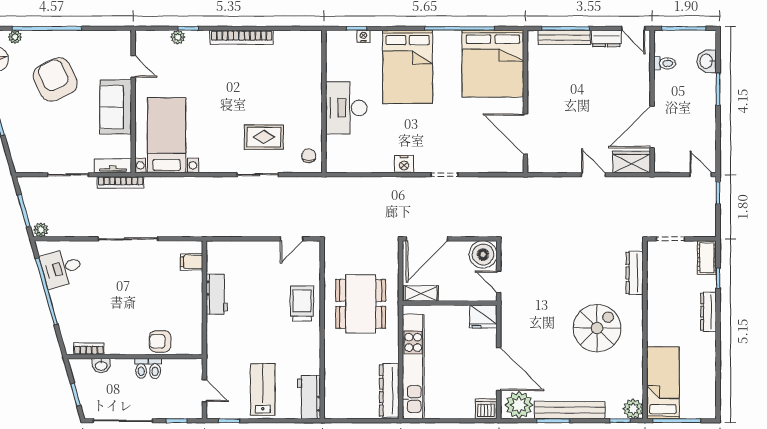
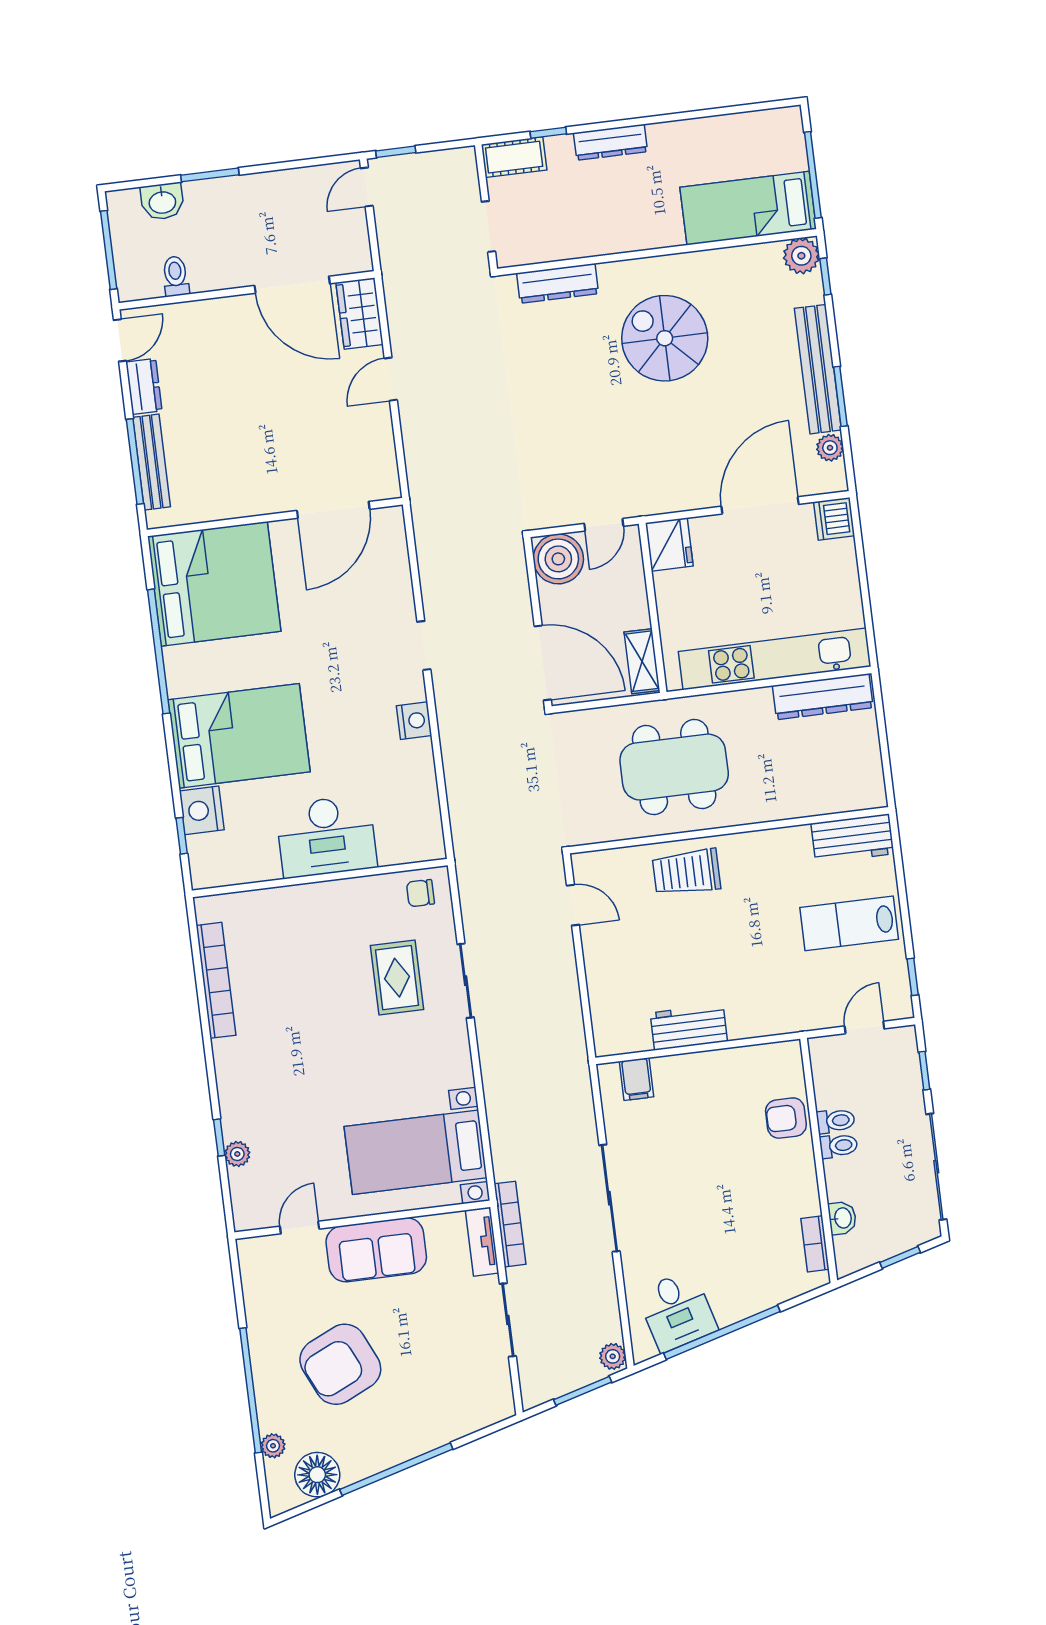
nightstand: (363, 36) -> (202, 810), width x1.89, depth x1.79
bookcase: (242, 37) -> (216, 980), moved
armchair: (160, 341) -> (786, 1118), turned 90
plant: (519, 405) -> (830, 448), width x0.53, depth x0.53

